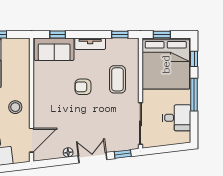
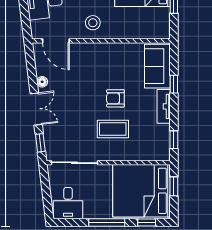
window: (58, 35) -> (174, 84), moved
coffee table: (117, 79) -> (113, 129), moved
armchair: (83, 87) -> (115, 98), turned -90
desk: (177, 118) -> (68, 203), moved

